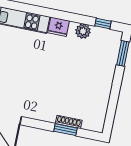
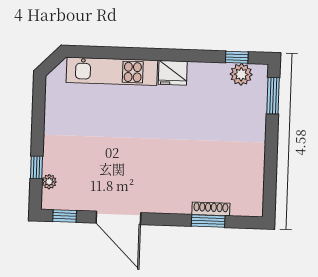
plant: (83, 31) -> (241, 74), moved

